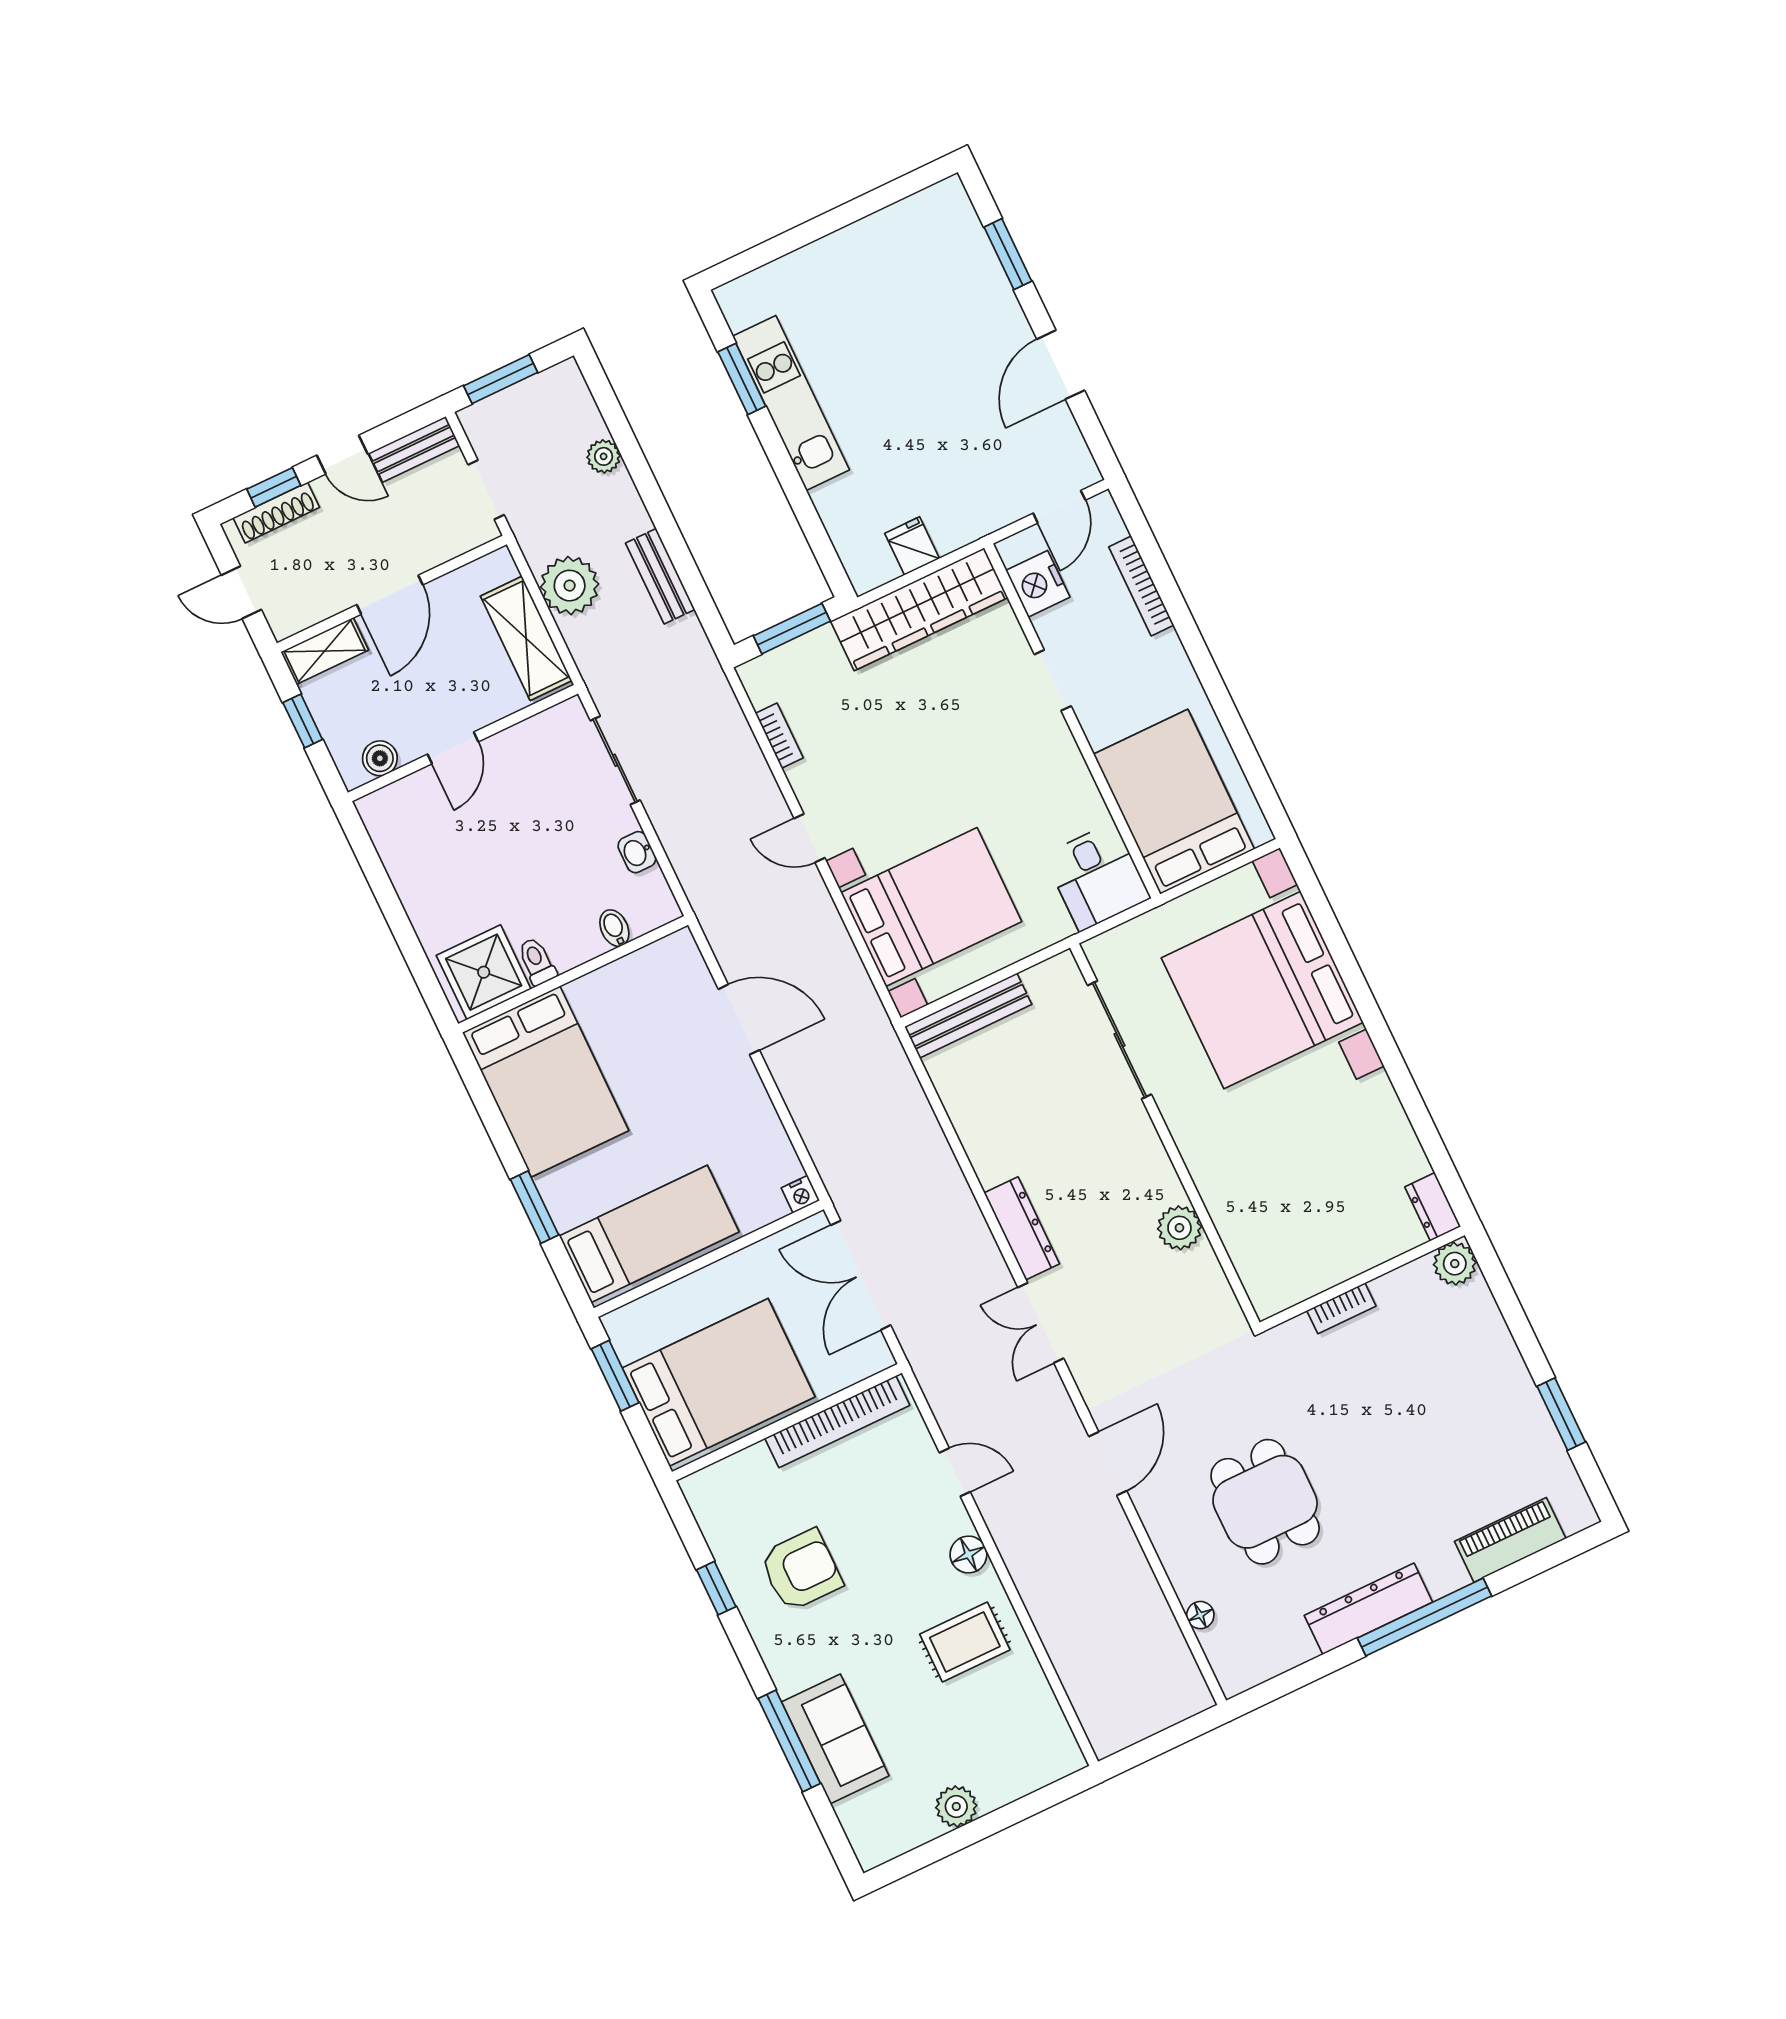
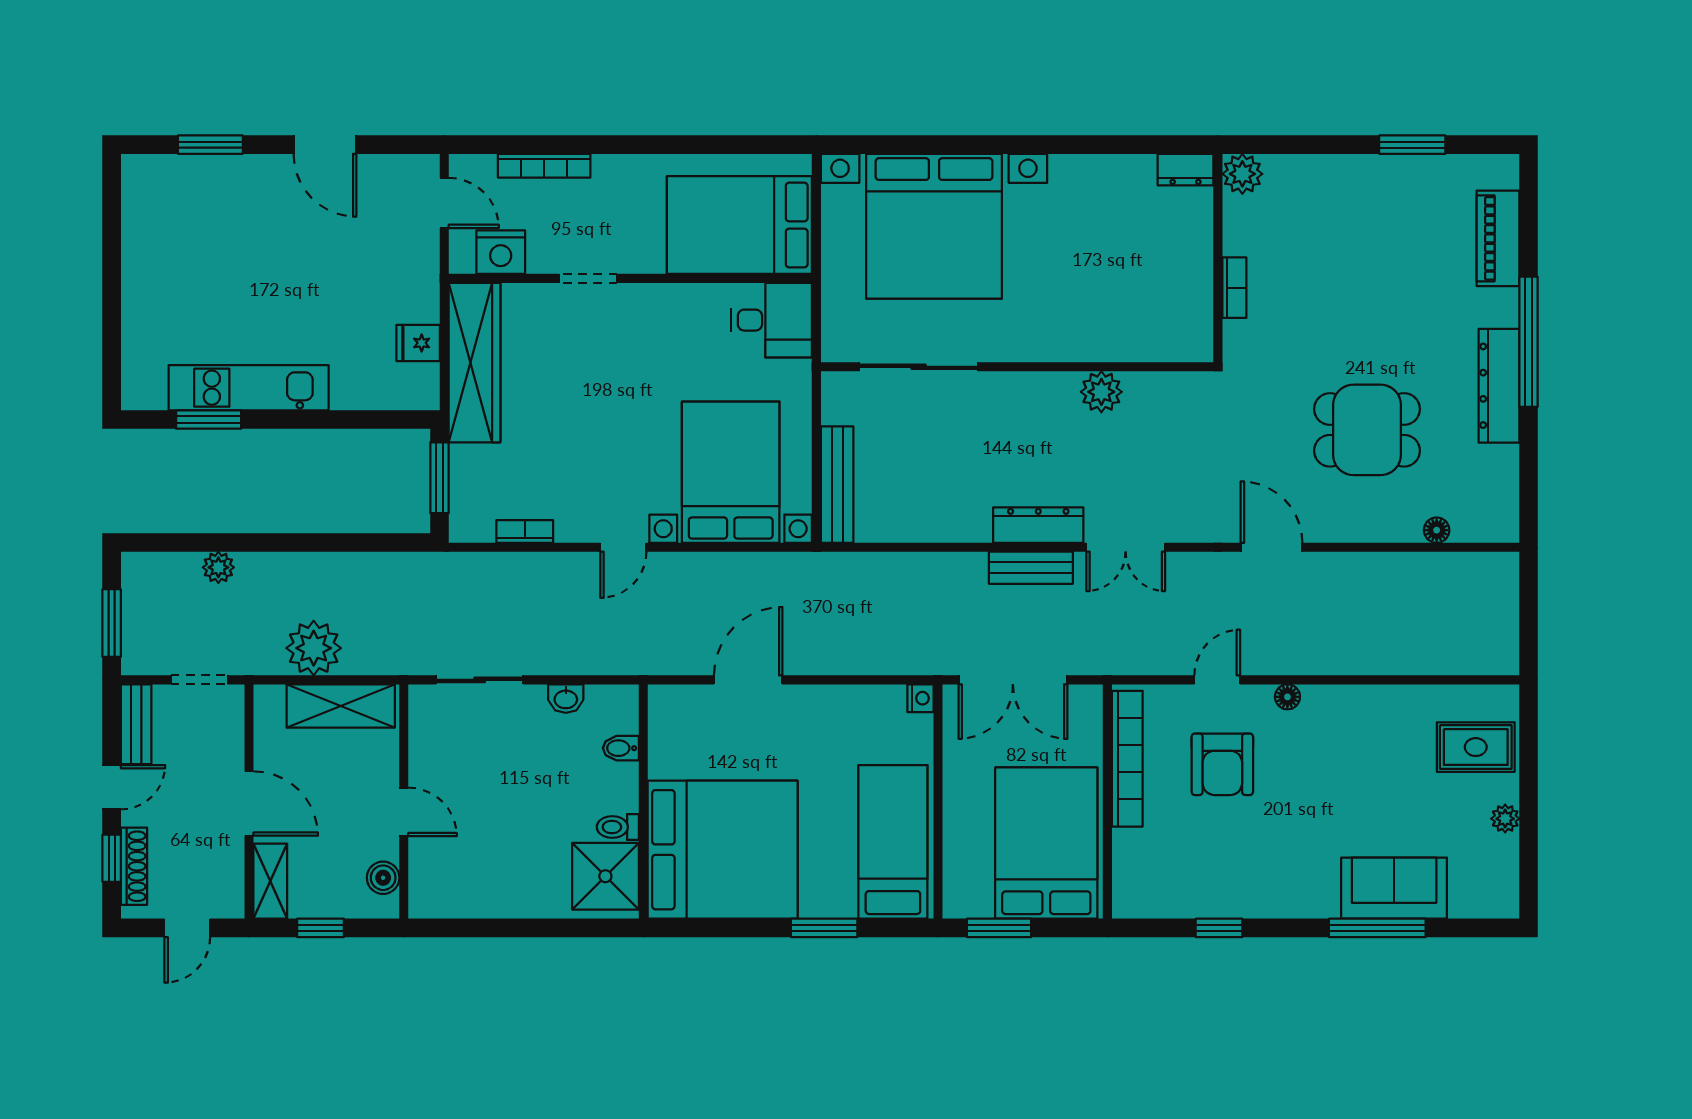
bench: (660, 576) -> (1031, 568), moved
bed: (546, 1082) -> (723, 850), width x1.36
floor lamp: (968, 1555) -> (1287, 697), width x0.73, depth x0.73
armchair: (801, 1570) -> (1222, 764), moved, turned 180
rug: (965, 1642) -> (1476, 747), moved, turned 90
plant: (956, 1806) -> (1505, 819), width x0.73, depth x0.73

